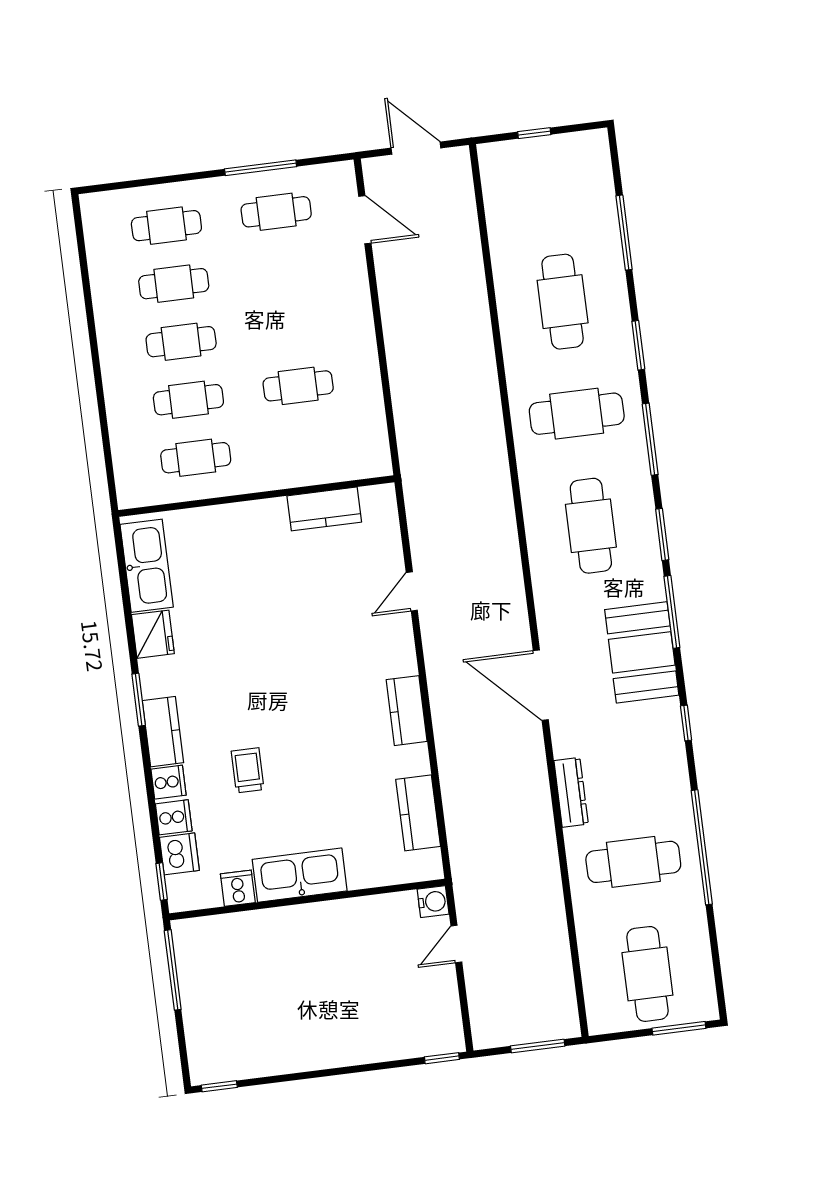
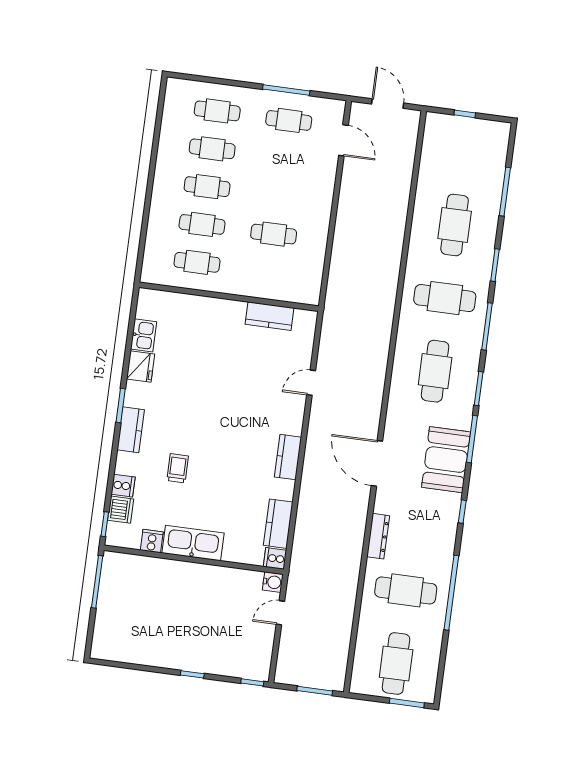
kitchen sink: (147, 566) -> (144, 335), width x0.53, depth x0.81
cooker: (169, 782) -> (275, 558), moved, turned 180
window: (219, 1086) -> (192, 674), moved

